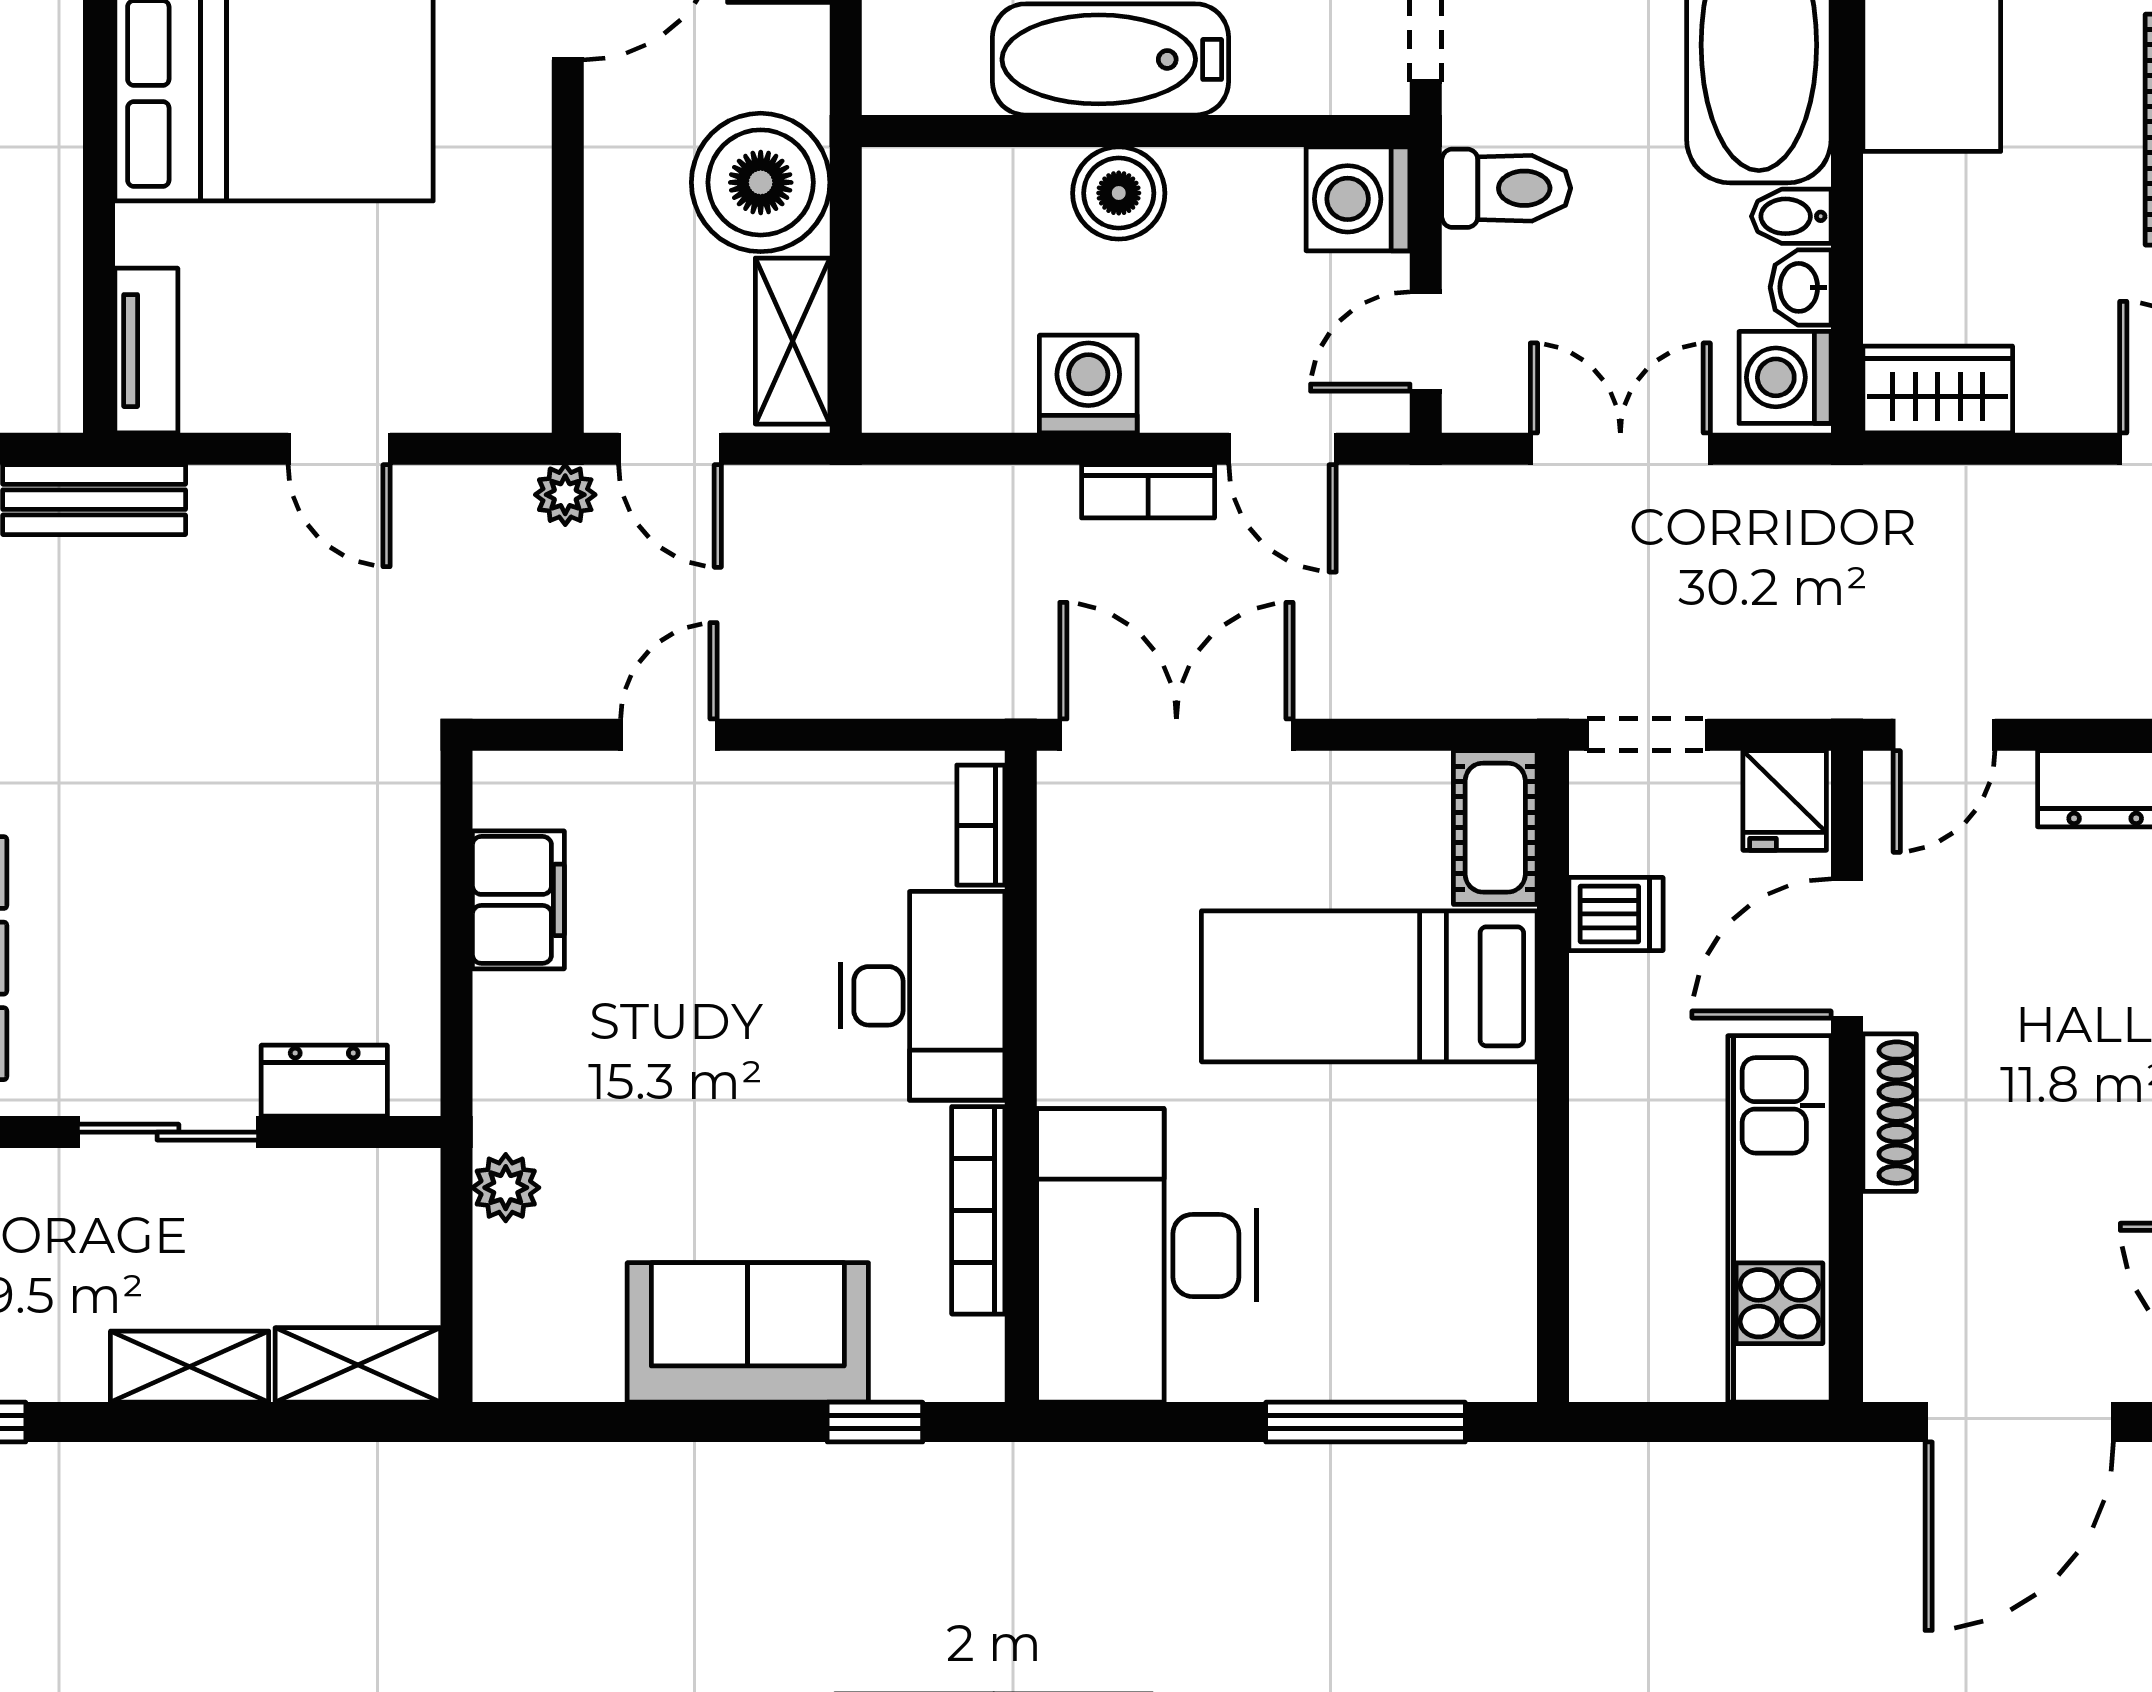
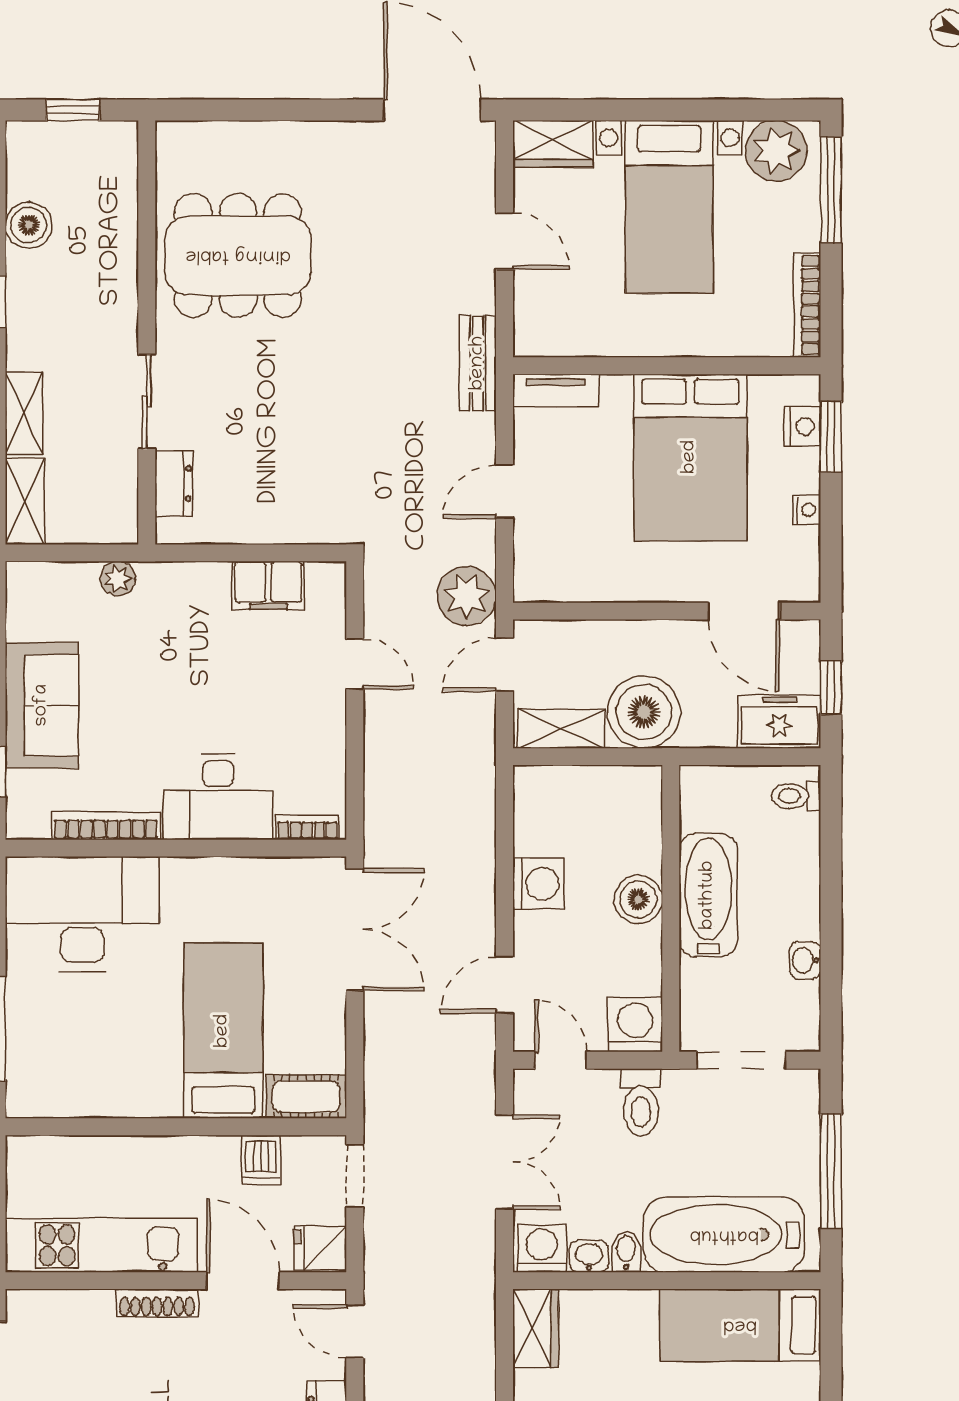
bookcase: (1148, 491) -> (482, 915), removed
plant: (565, 495) -> (467, 596), width x1.88, depth x1.88

